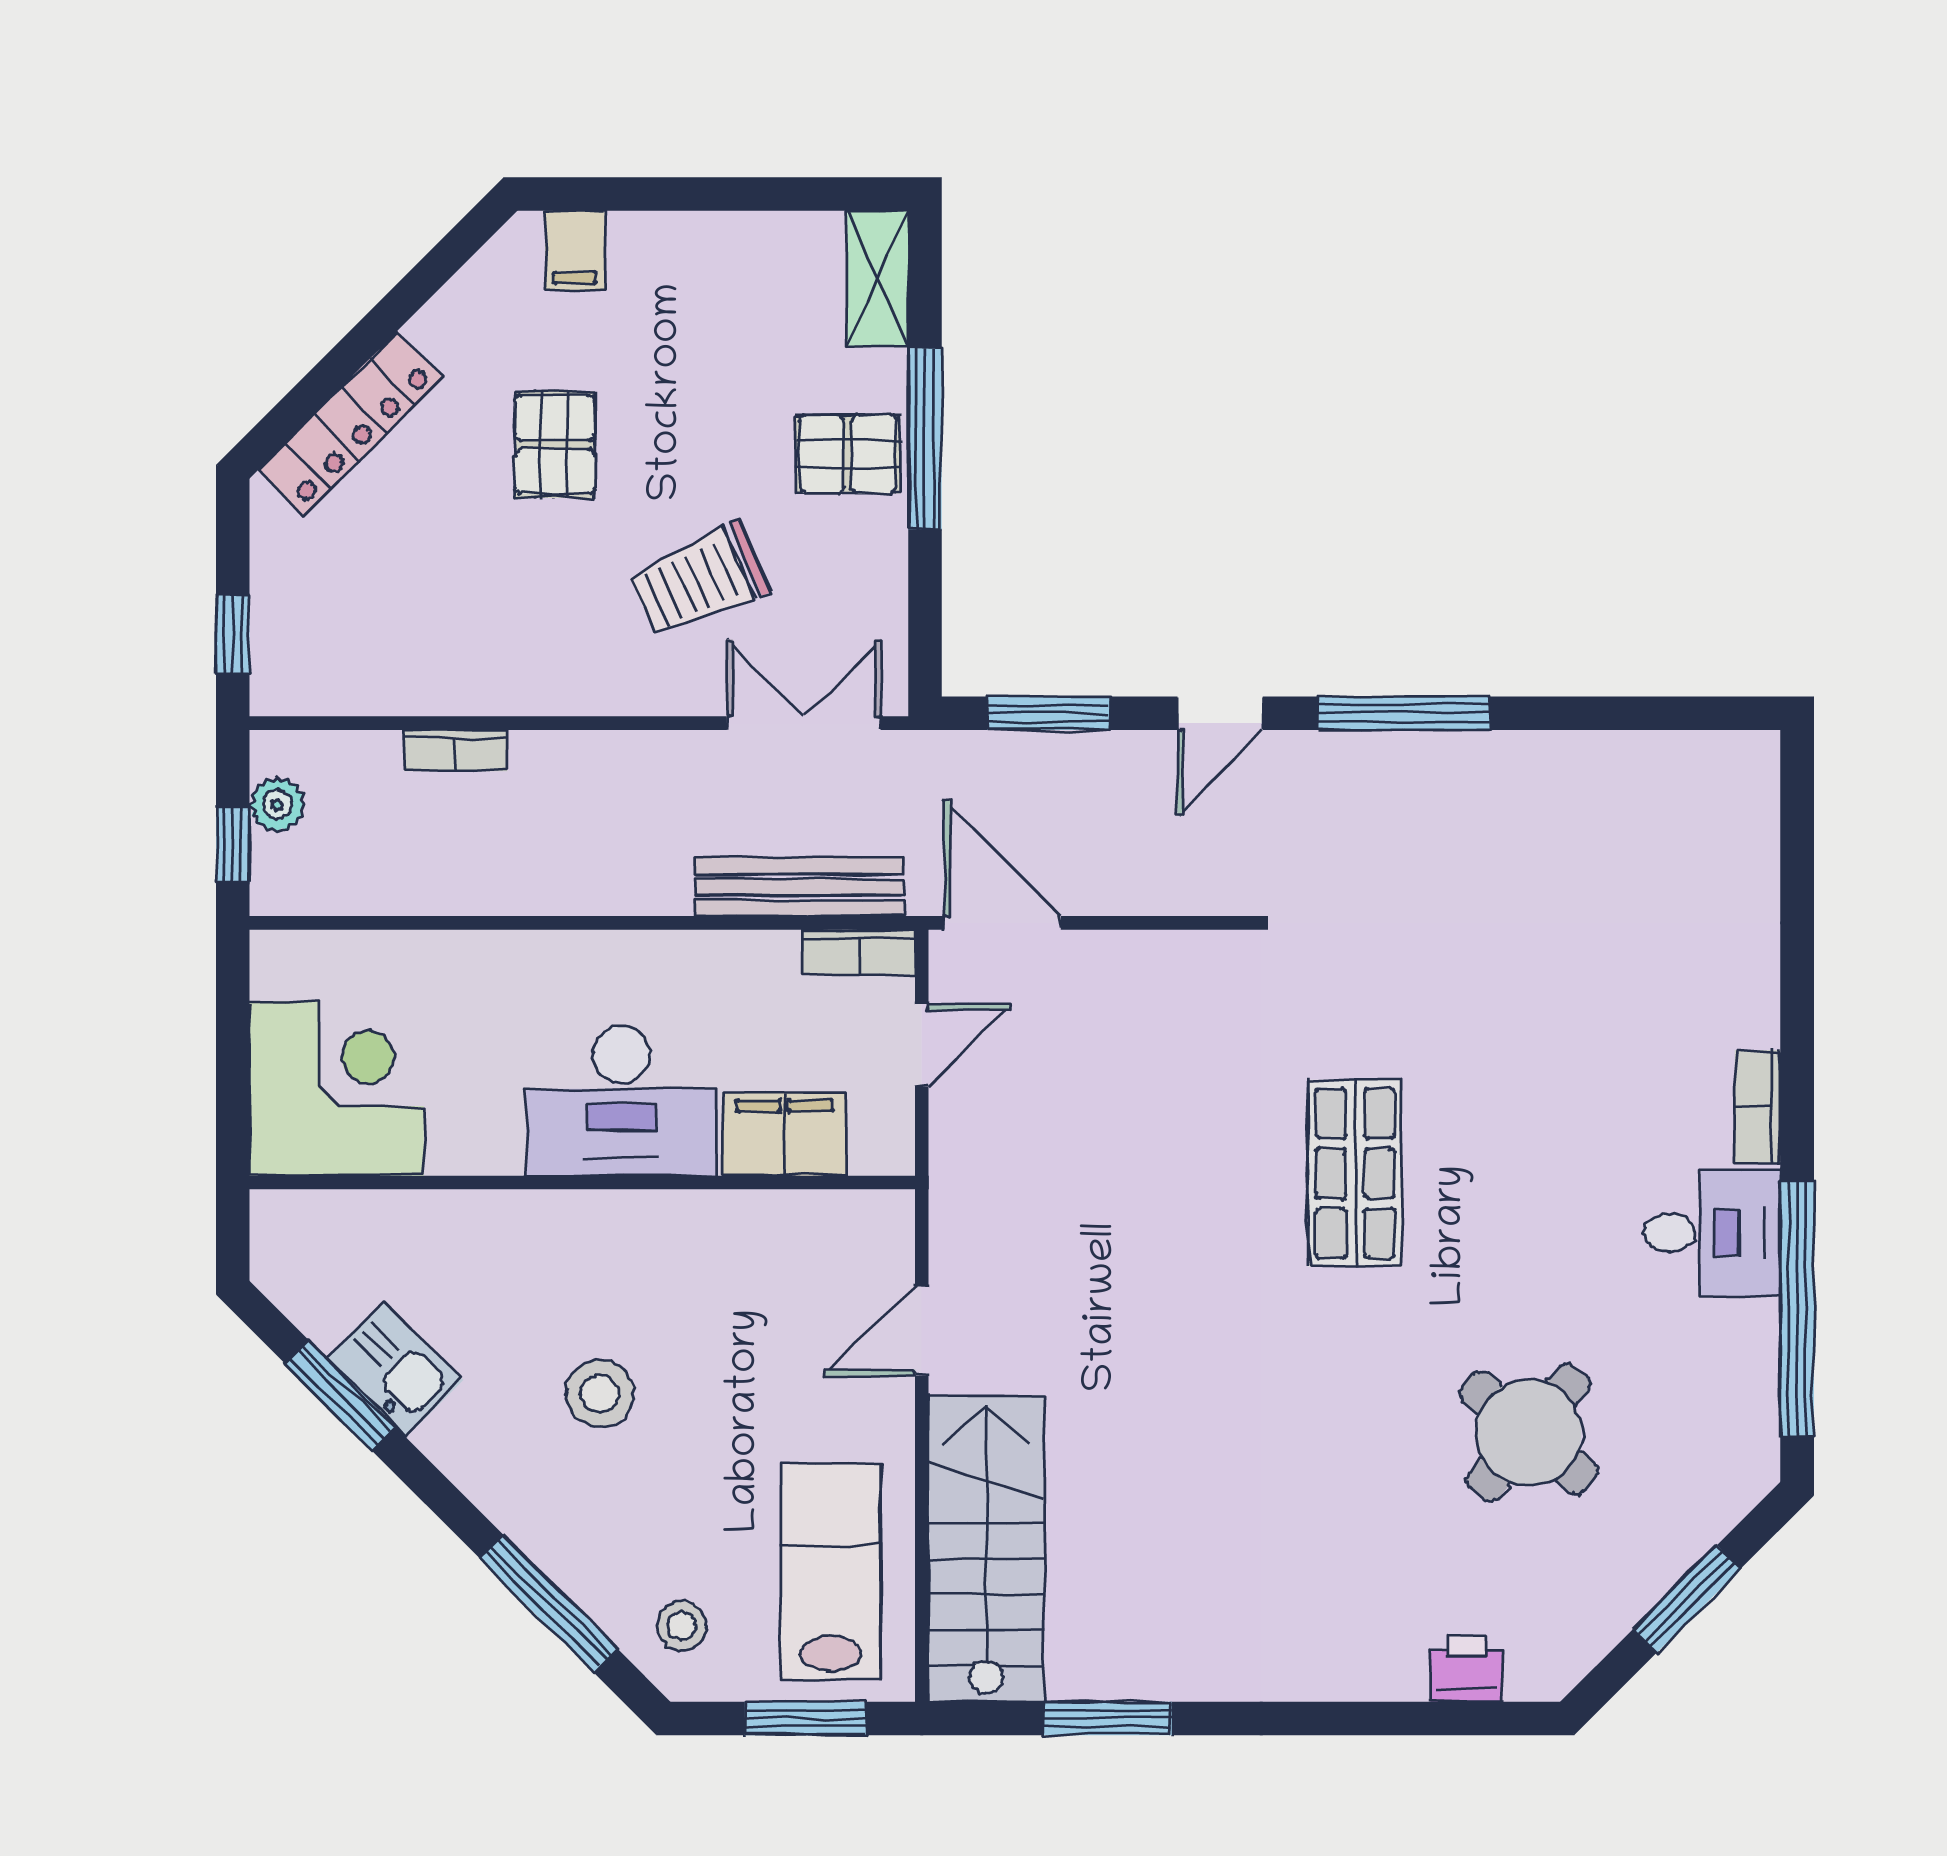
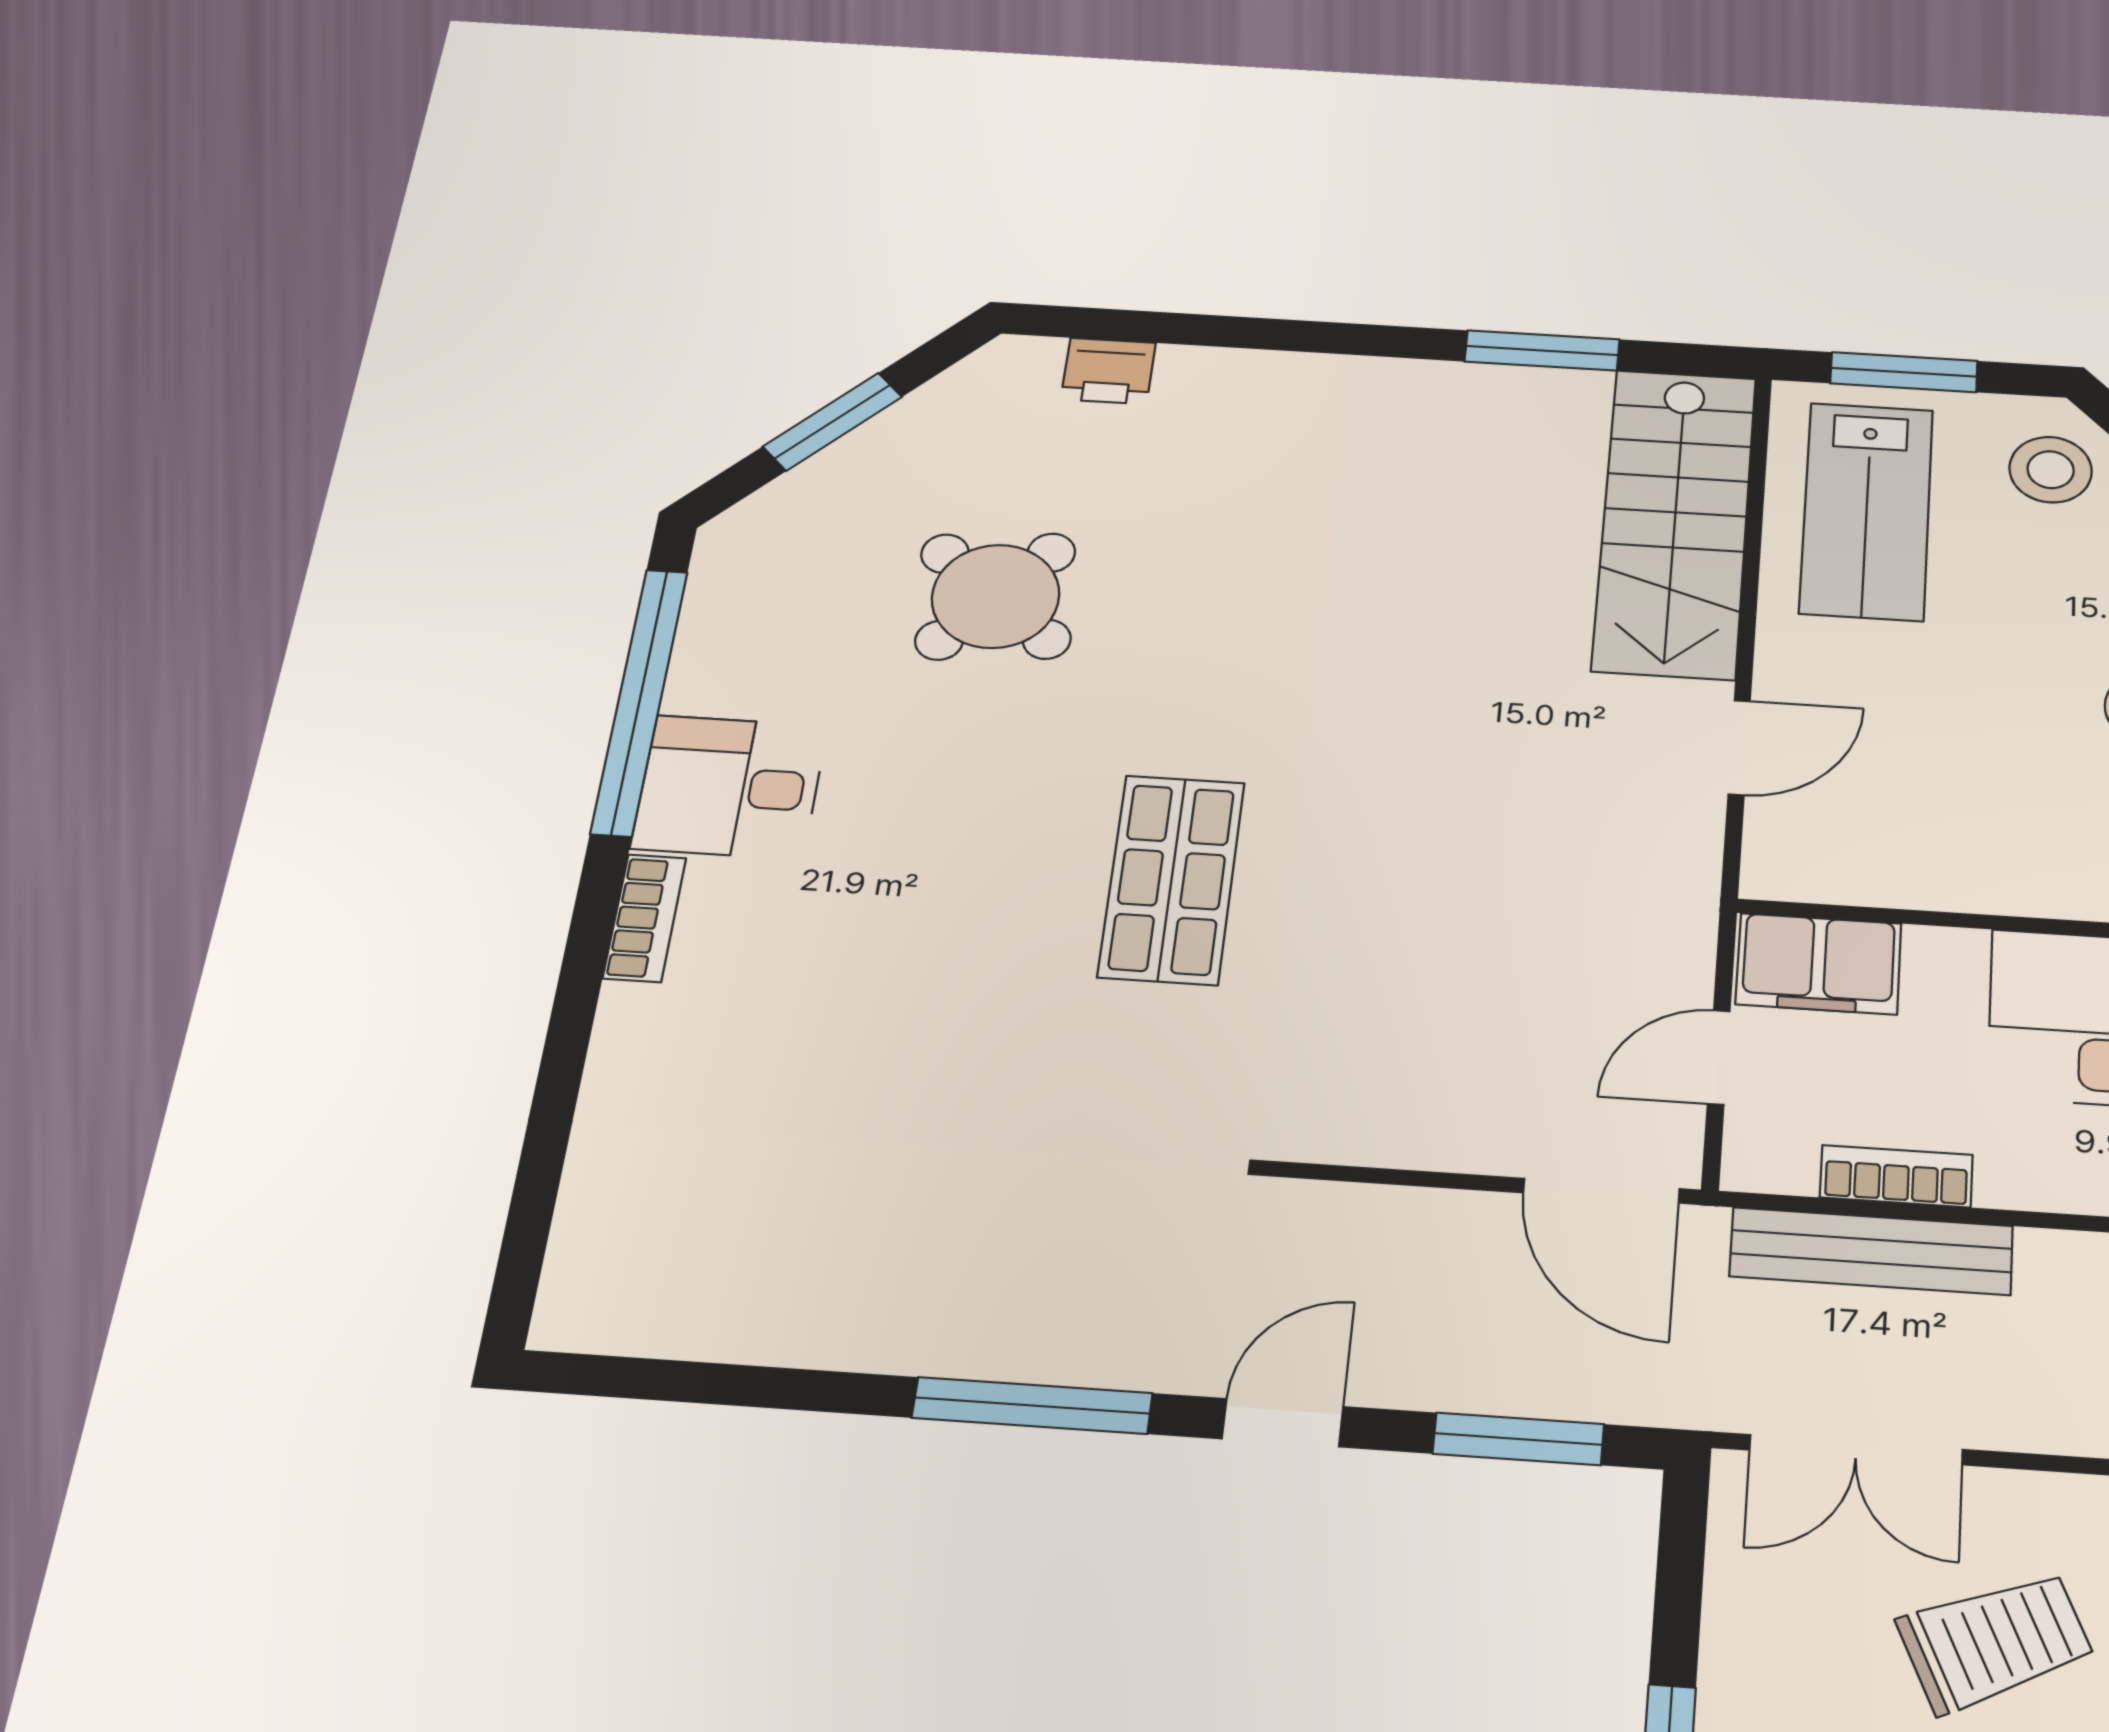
bookcase: (859, 952) -> (1896, 1176), moved
filing cabinet: (785, 1135) -> (1819, 964), moved
stool: (682, 1626) -> (2051, 470), width x1.37, depth x1.37

